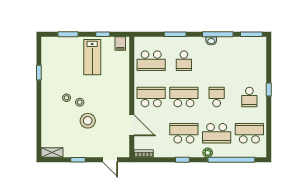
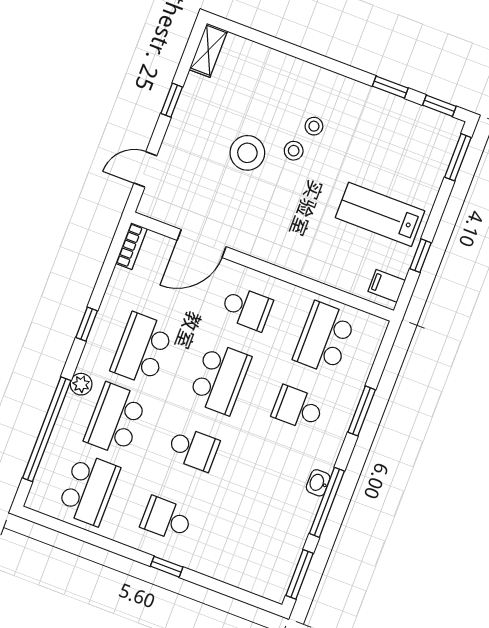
window: (68, 34) -> (458, 157), moved
window: (39, 50) -> (439, 106), added
school desk: (151, 97) -> (247, 308), width x0.54
school desk: (184, 133) -> (142, 349), turned 180

